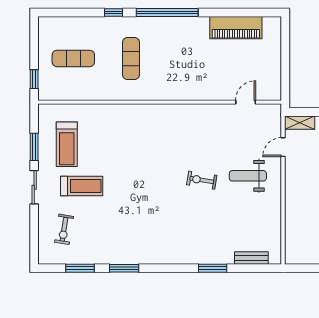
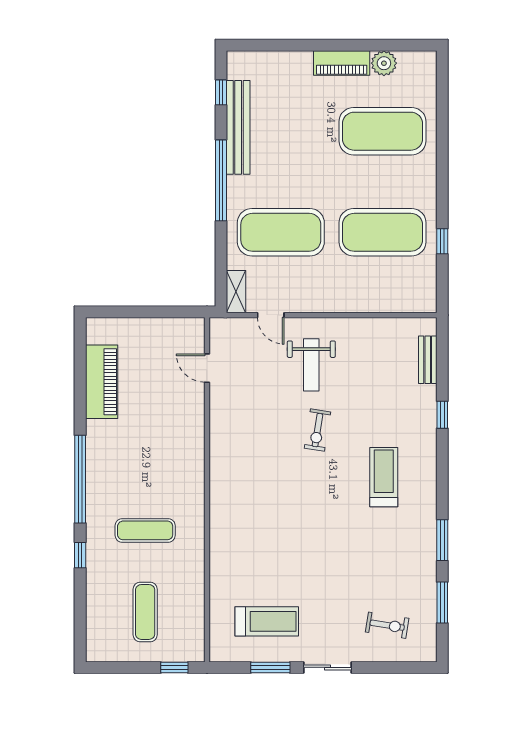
treadmill: (82, 186) -> (384, 477), moved
window: (213, 268) -> (442, 415), width x0.67

